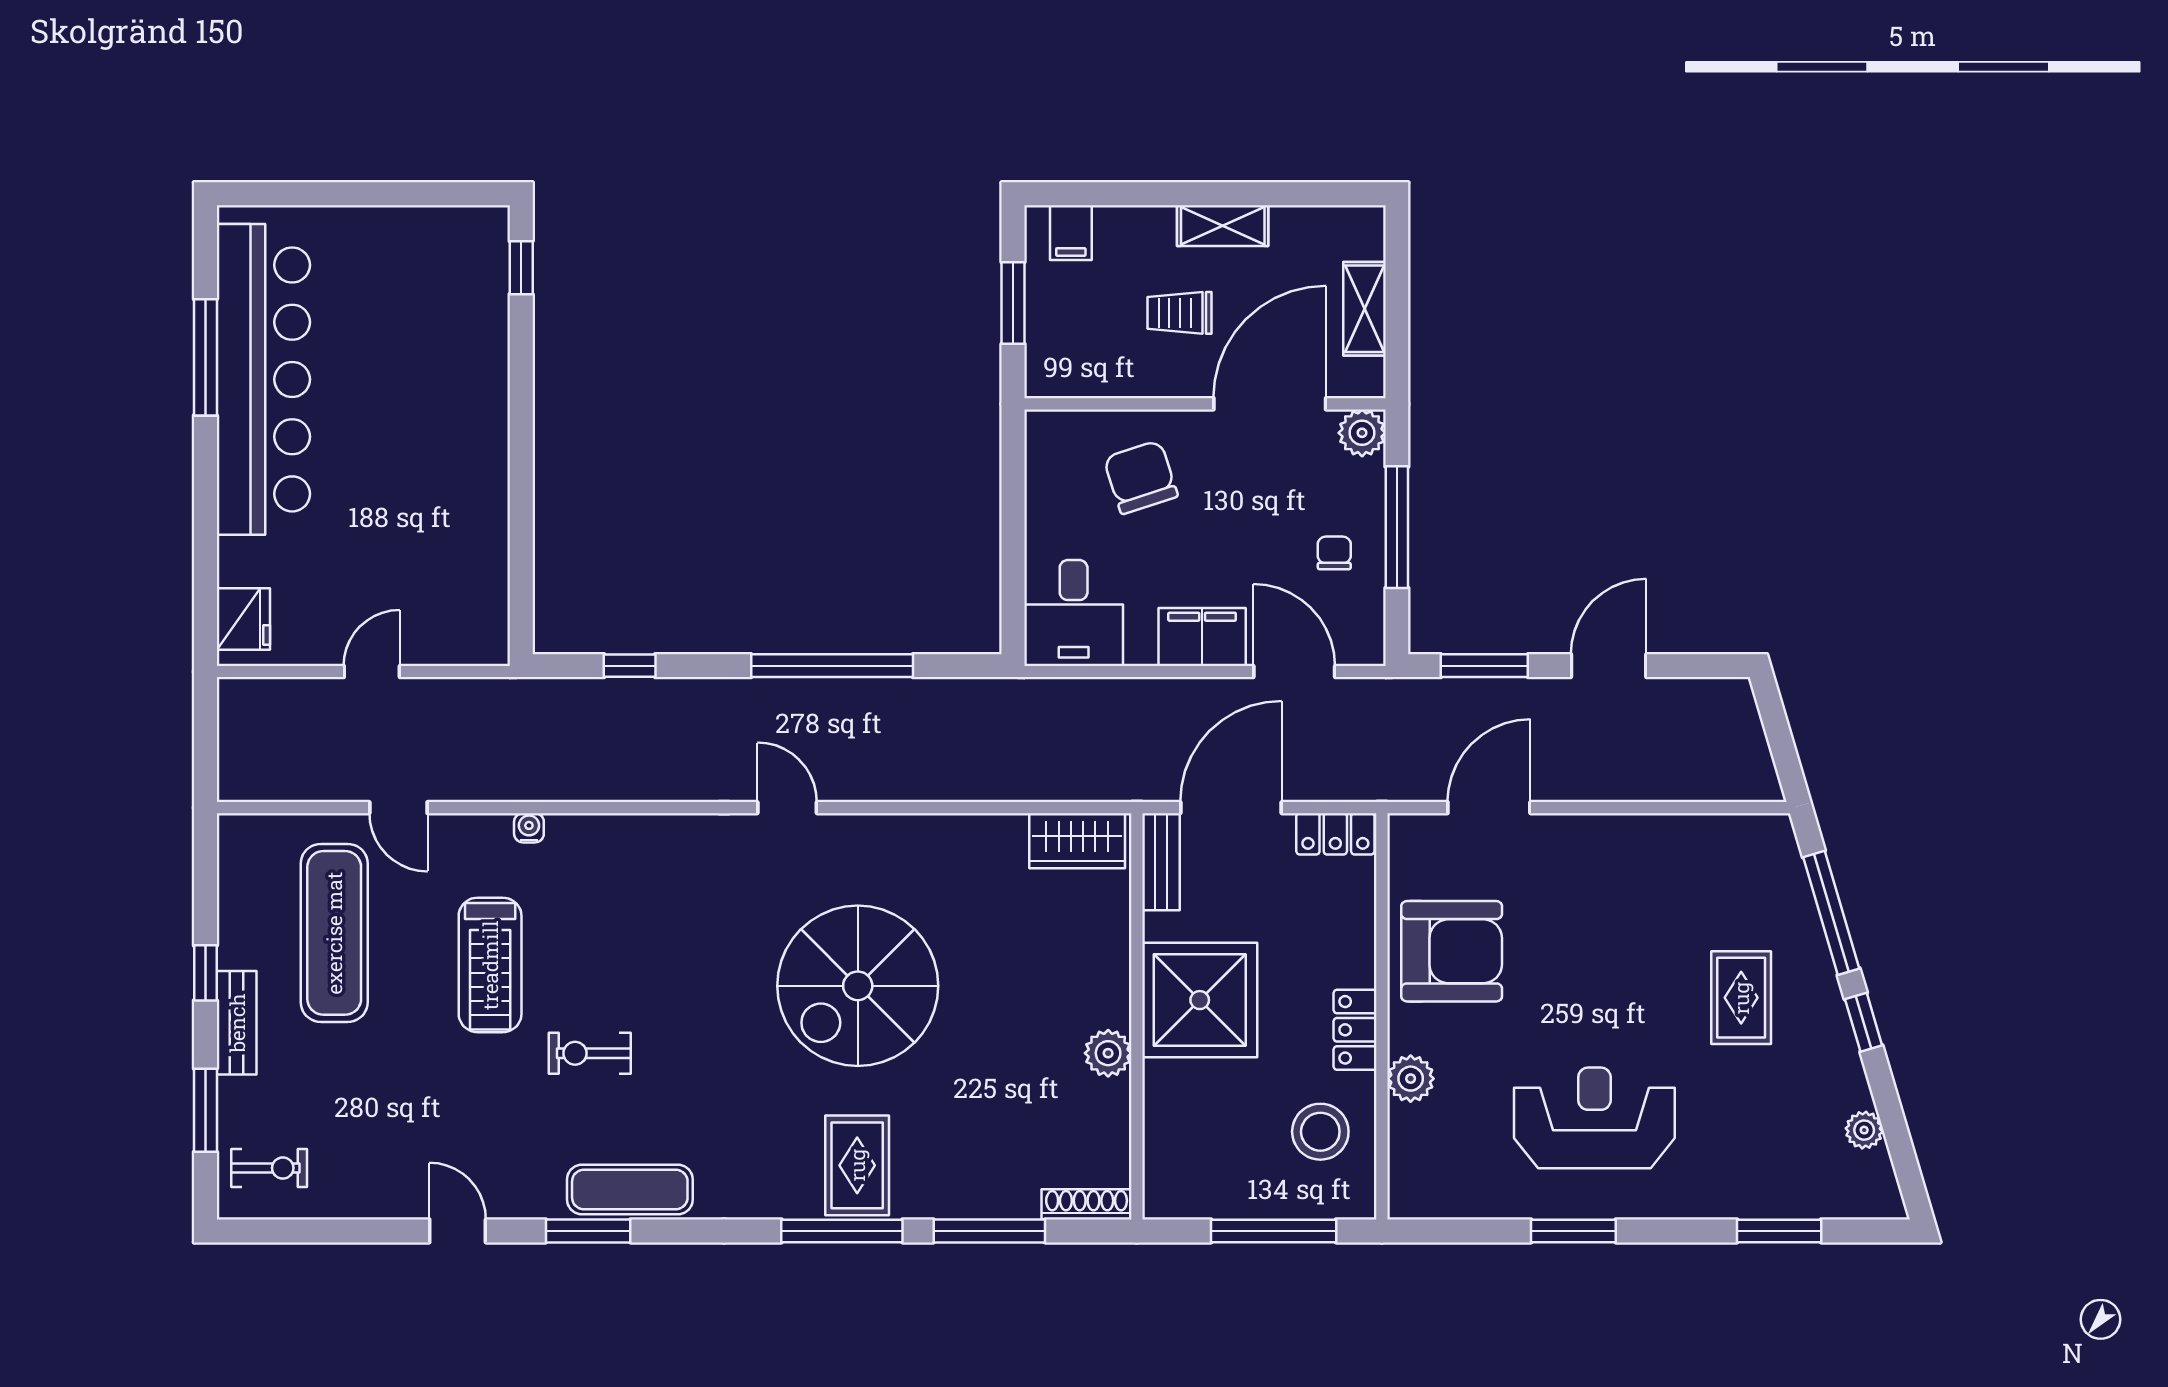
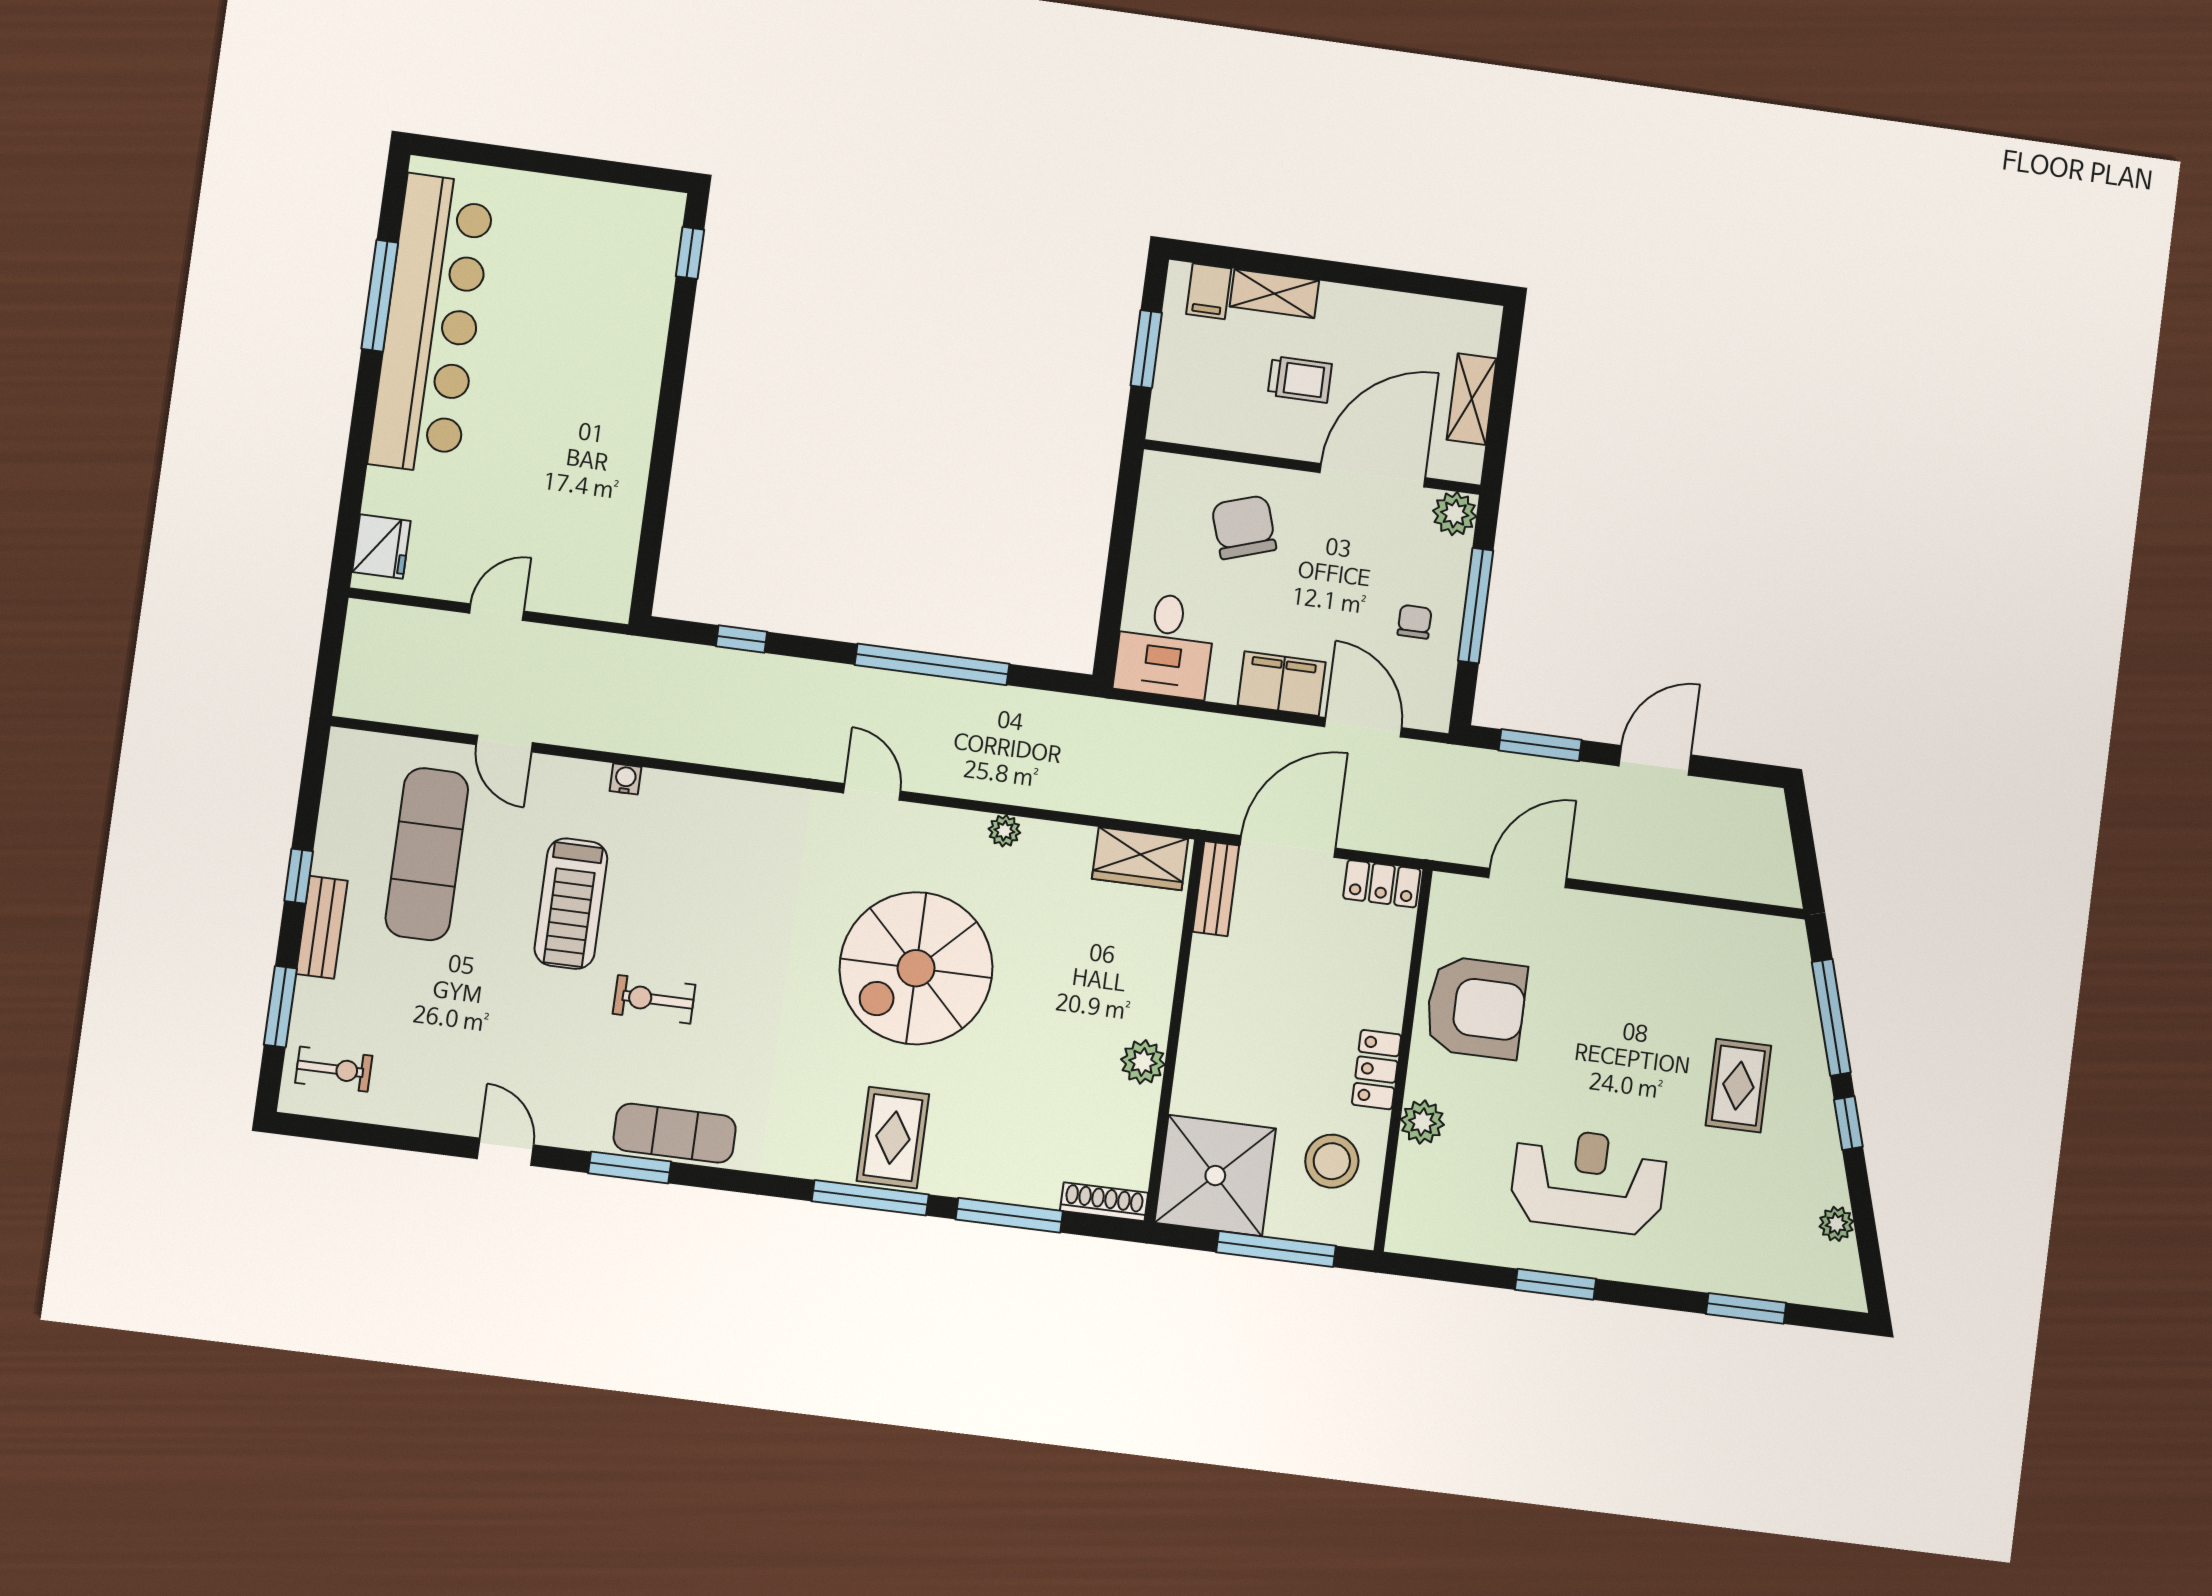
shelving: (1223, 226) -> (1274, 294), moved
trolley: (1179, 313) -> (1300, 379), turned 180
plant: (931, 830) -> (1004, 831), added
shower: (1200, 1000) -> (1215, 1176), moved

